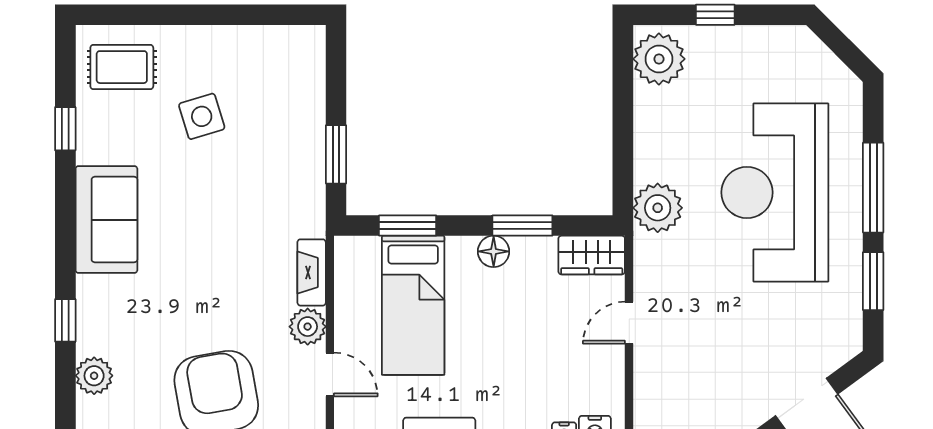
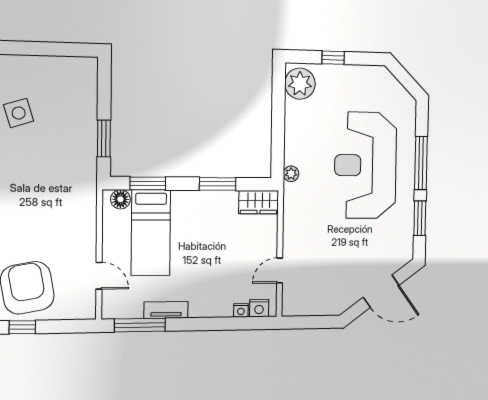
plant: (658, 208) -> (291, 174), width x0.53, depth x0.53
floor lamp: (494, 251) -> (120, 199), moved
fireplace: (312, 272) -> (88, 212), removed
door: (629, 323) -> (280, 270), moved
plant: (308, 327) -> (85, 246), removed

